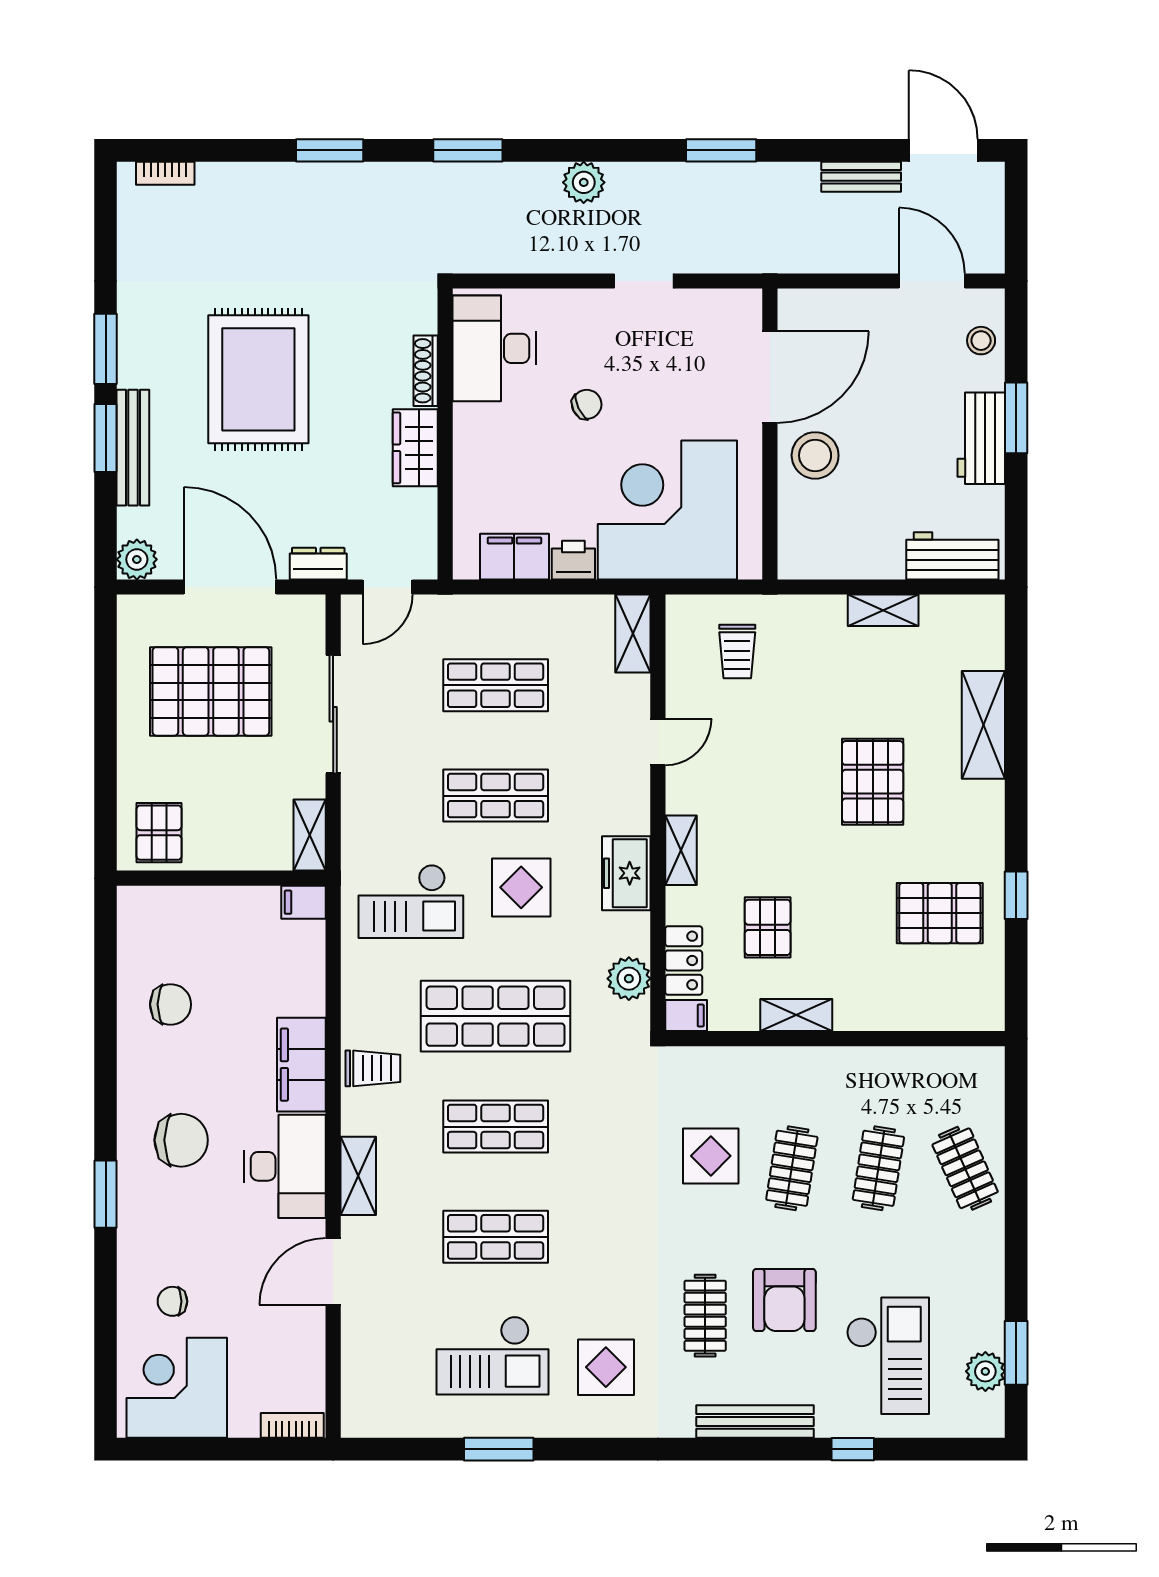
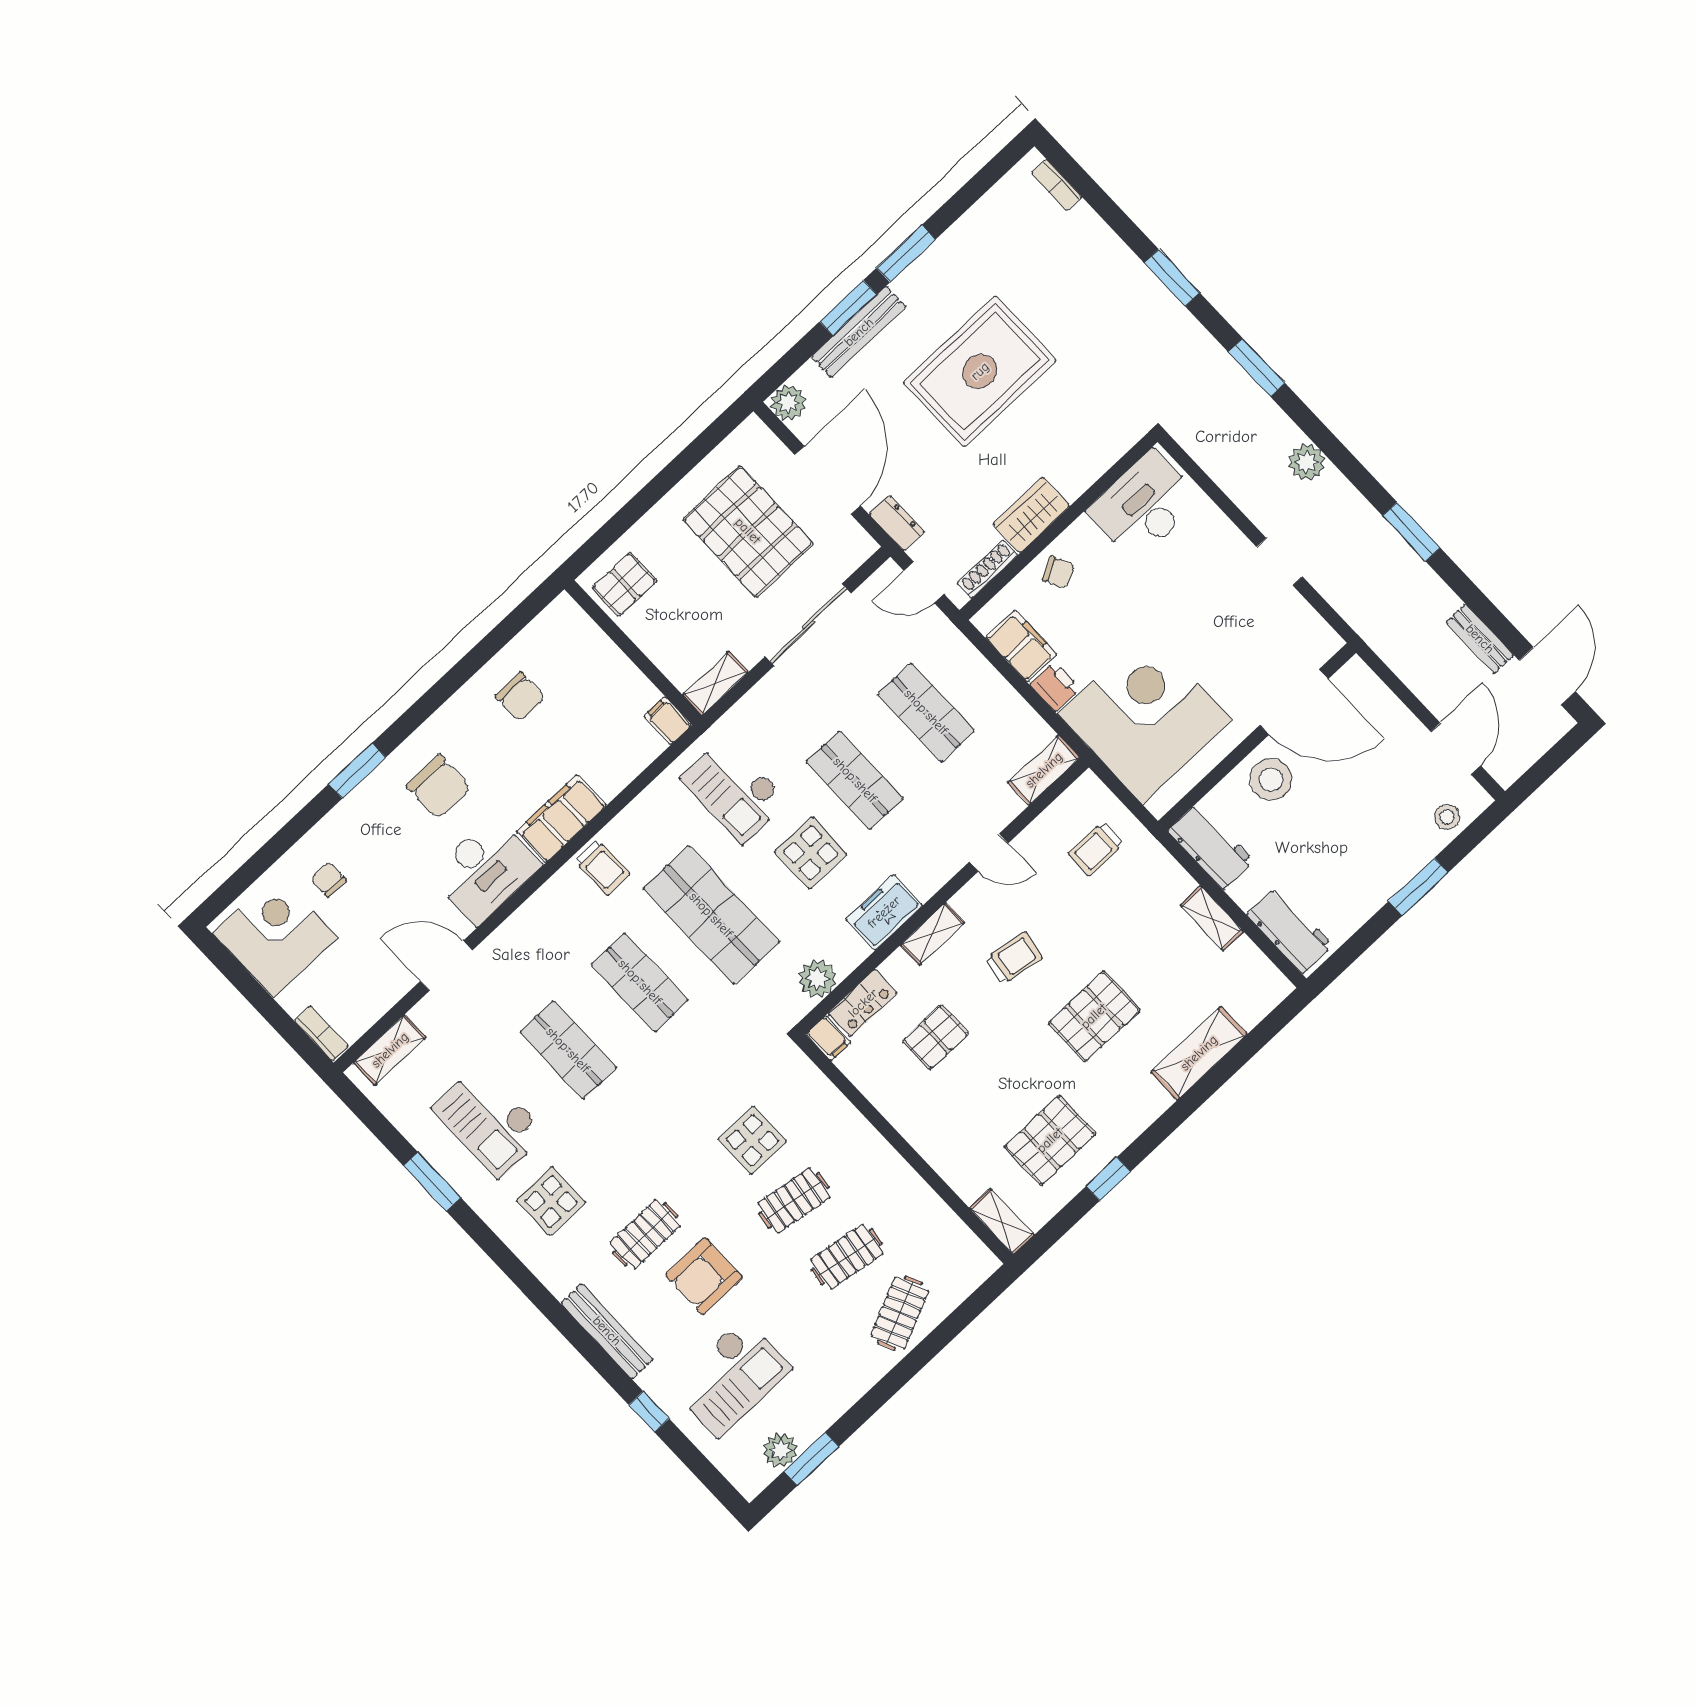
shoe rack: (426, 371) -> (988, 569), moved
chair: (587, 404) -> (1058, 572), moved
workbench: (981, 438) -> (1211, 846), moved, turned 90
trolley: (763, 803) -> (1014, 958), added
pallet: (940, 913) -> (1050, 1140), turned 90
shelving: (796, 1015) -> (1002, 1222), moved
shelving: (358, 1176) -> (390, 1050), moved

